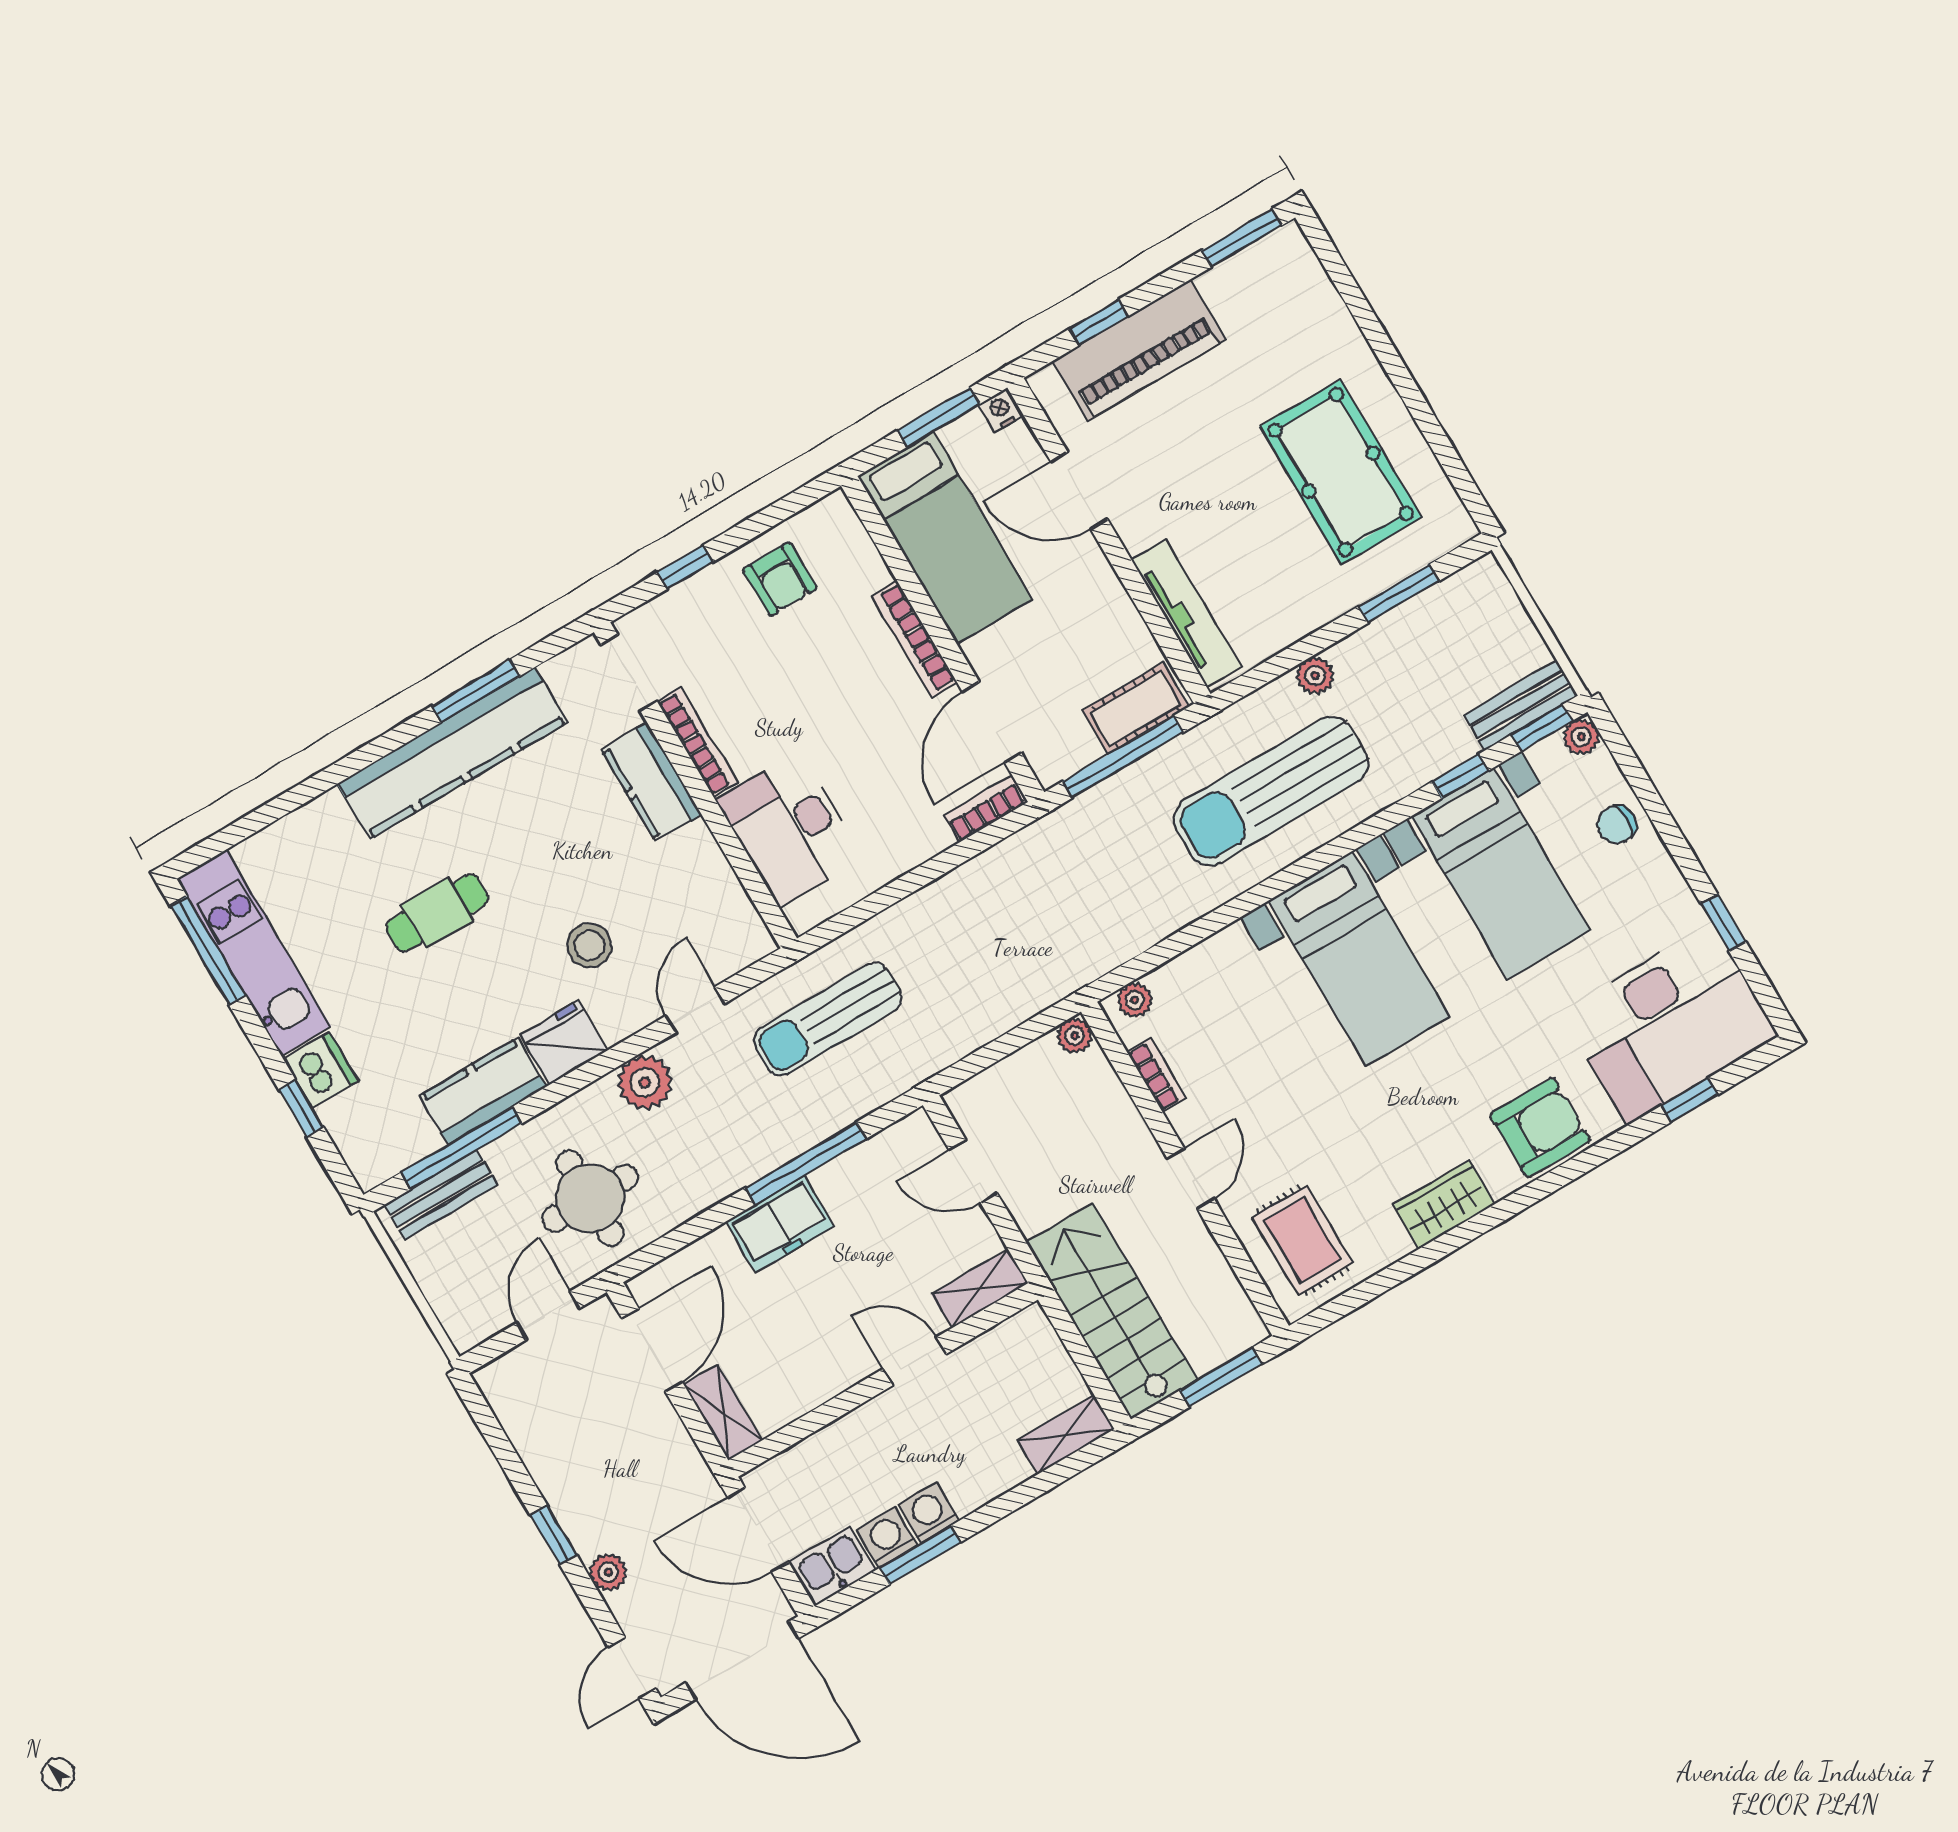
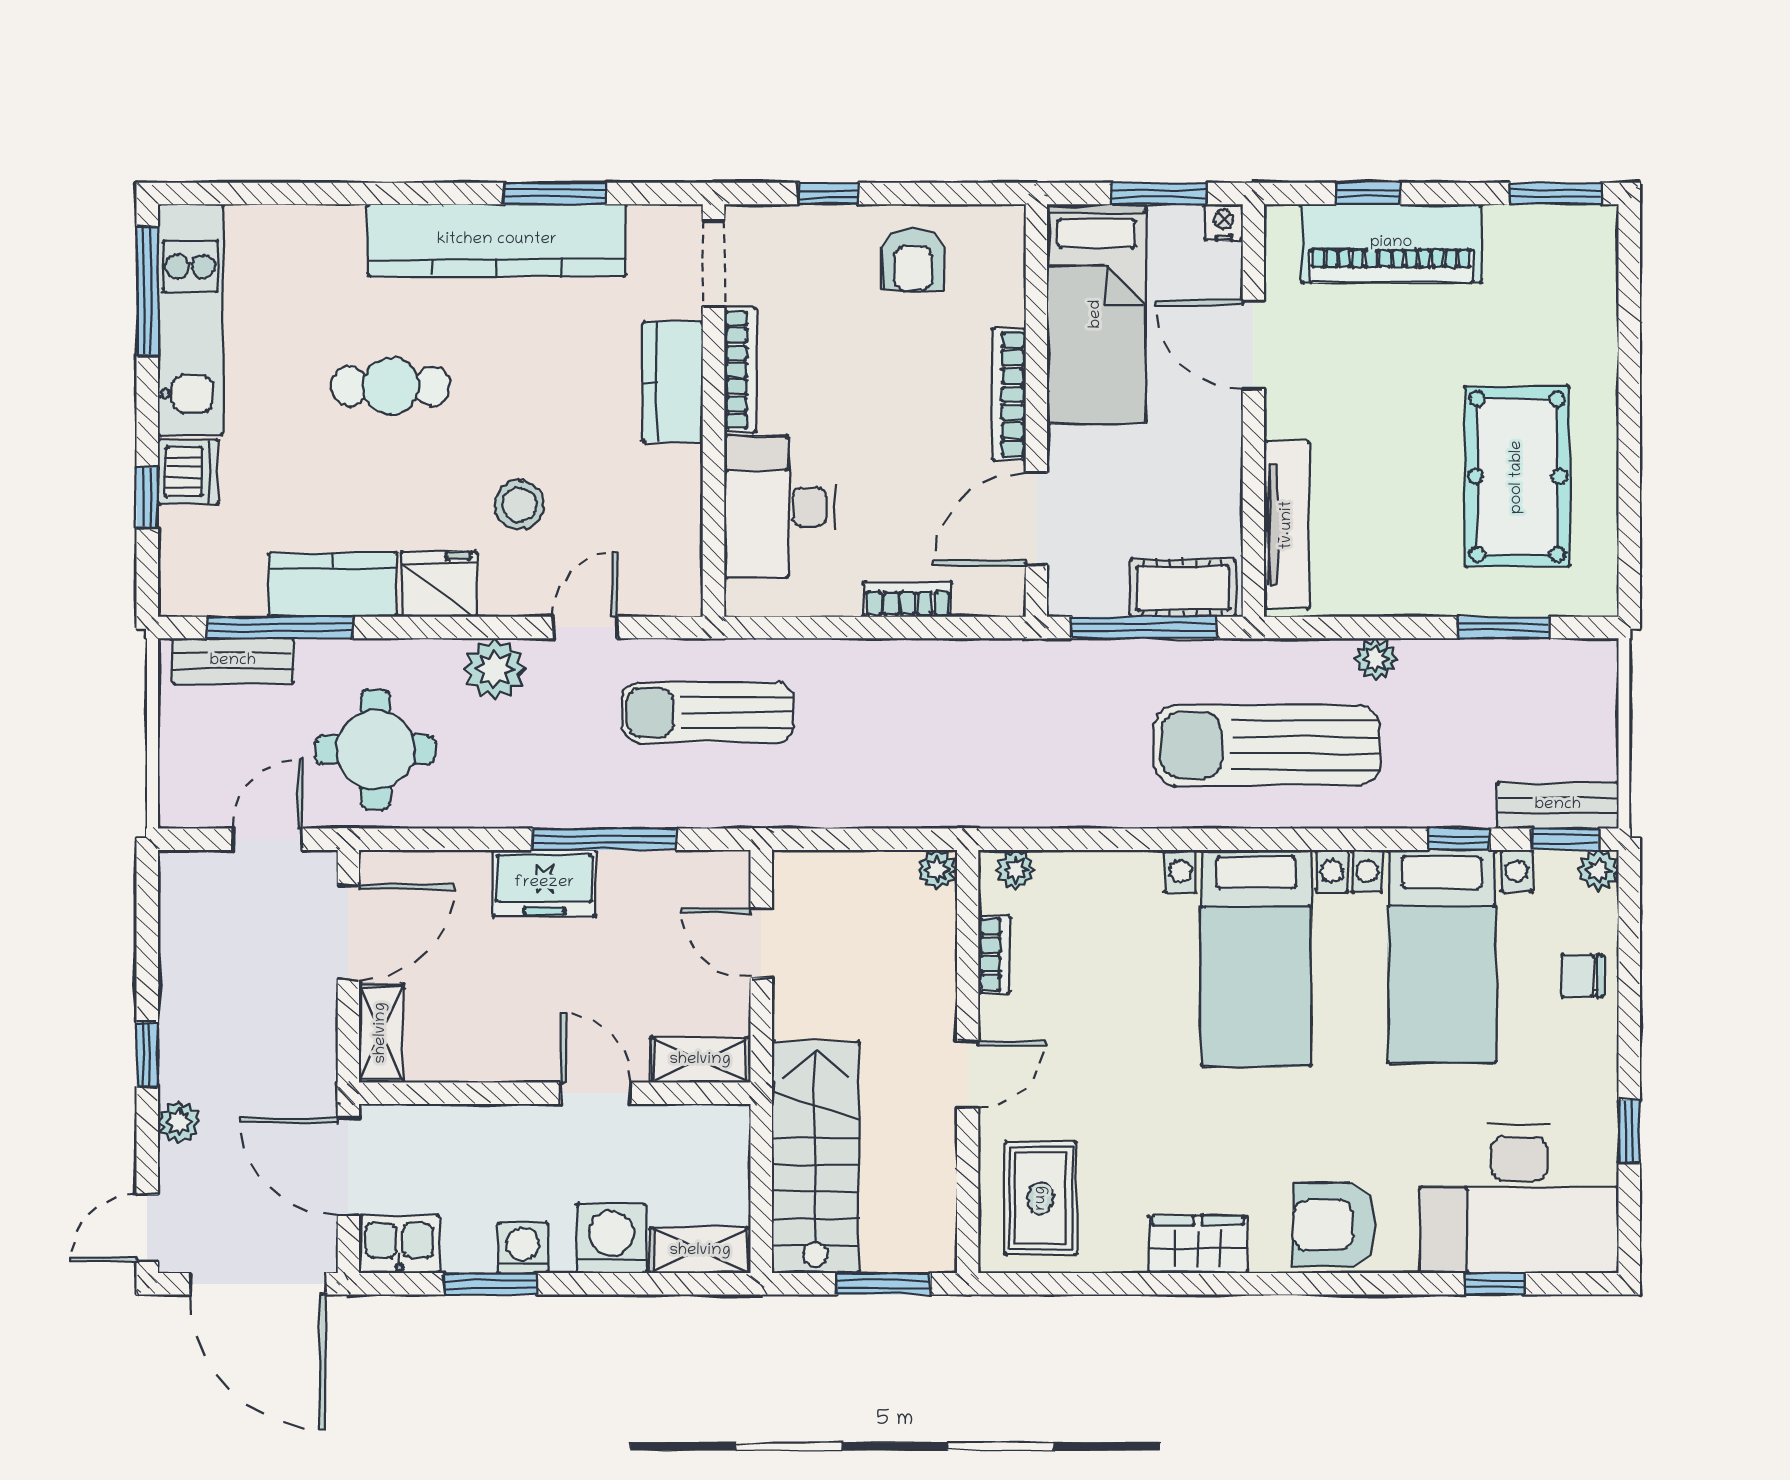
bookcase: (985, 809) -> (908, 599), moved
armchair: (1540, 1128) -> (1335, 1225), turned 180
washing machine: (887, 1538) -> (611, 1239), moved, width x1.38, depth x1.38

